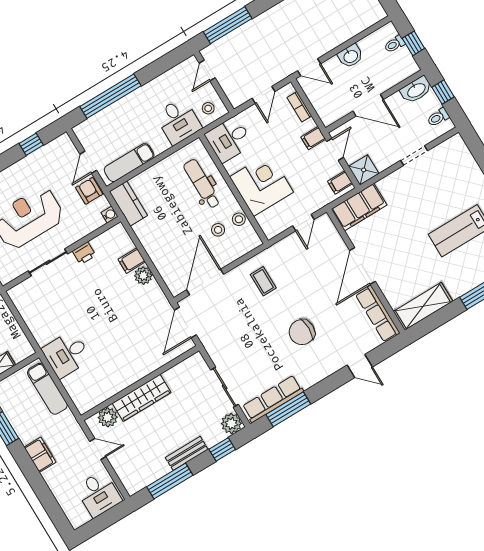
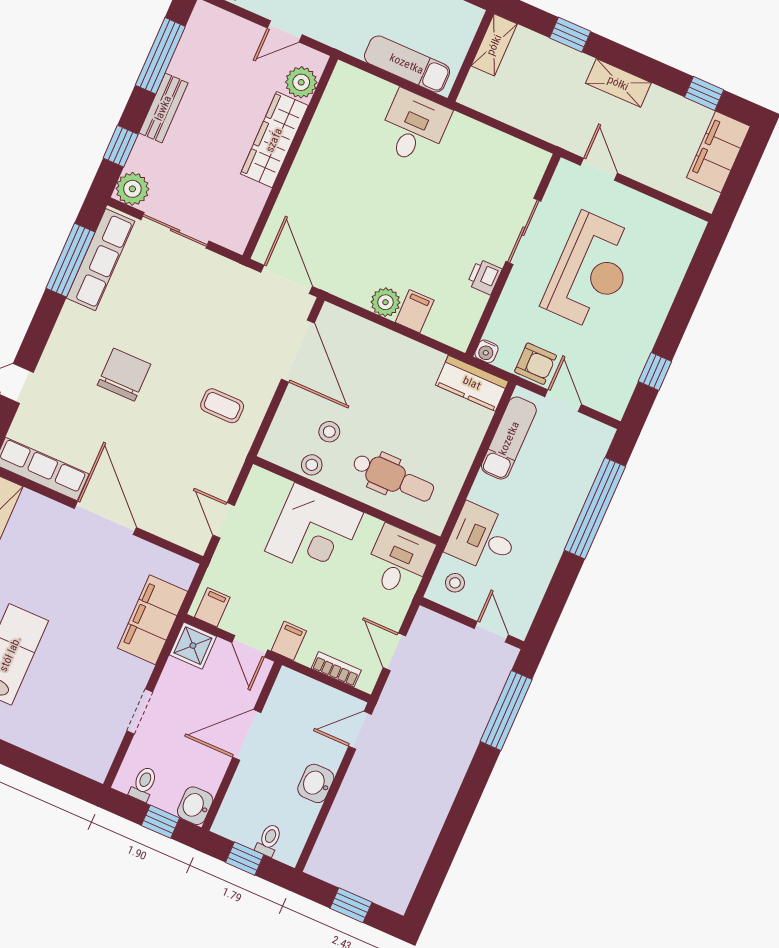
washbasin: (416, 90) -> (195, 806), width x0.72
filing cabinet: (359, 207) -> (153, 620), moved

